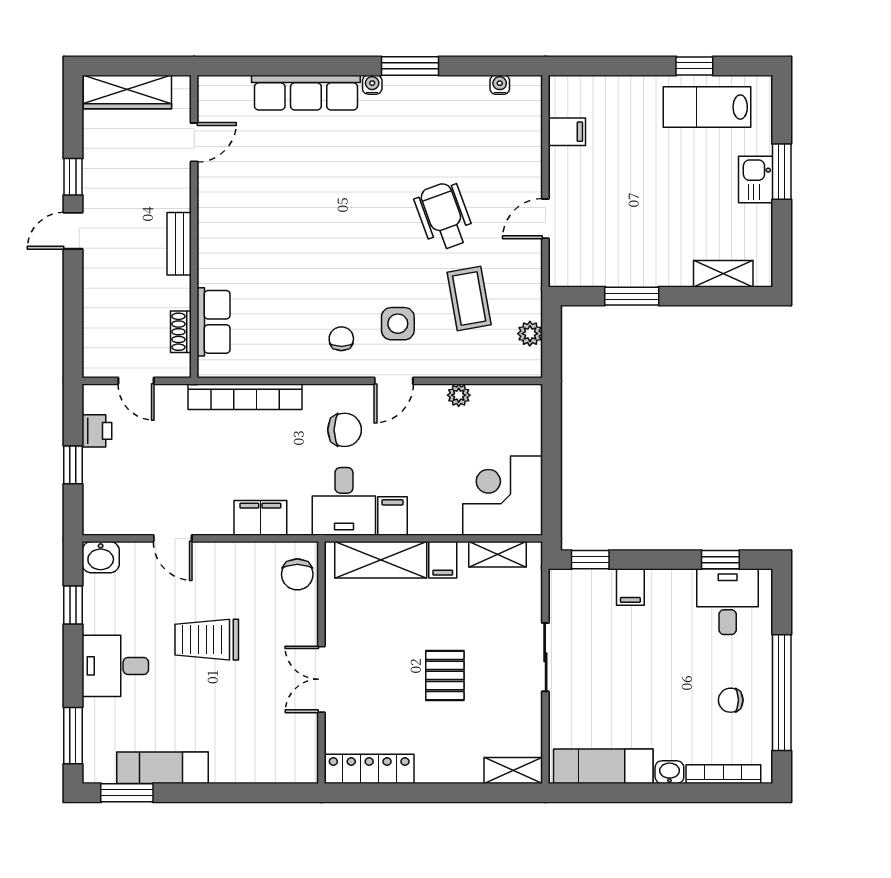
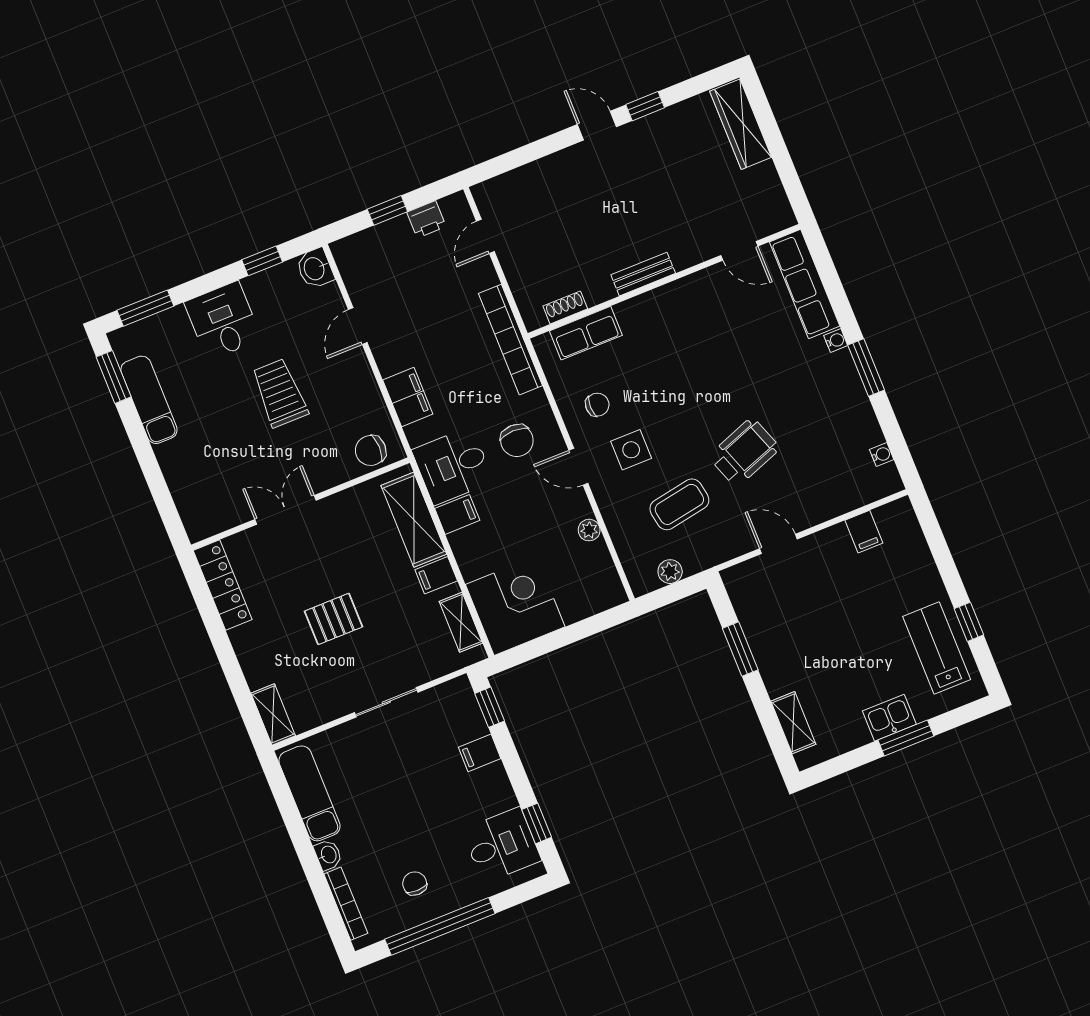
door: (194, 142) -> (739, 251), moved
wall: (194, 226) -> (664, 281), moved
bench: (179, 244) -> (643, 274), moved
row of seats: (214, 322) -> (586, 333), moved
shoe rack: (181, 332) -> (565, 307), moved

